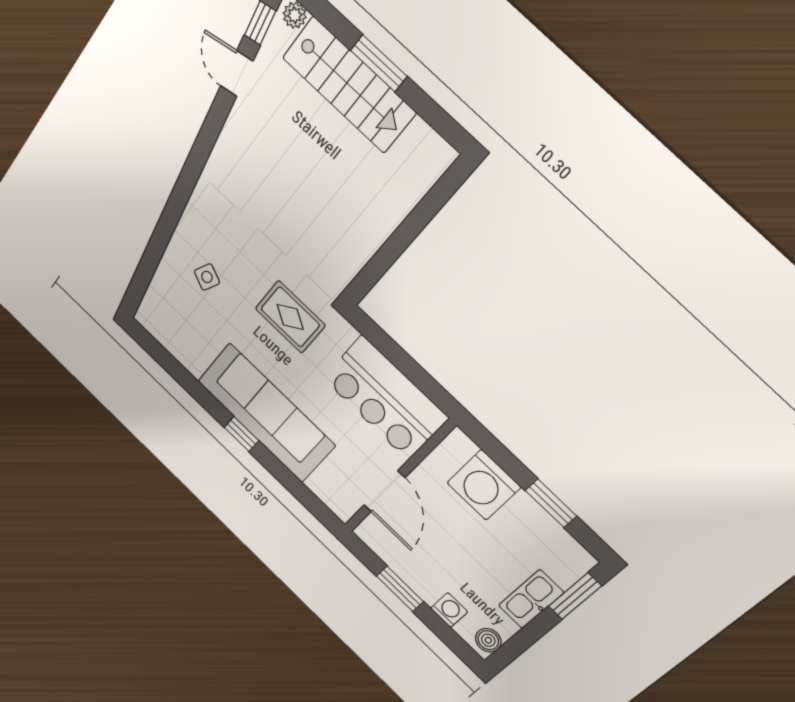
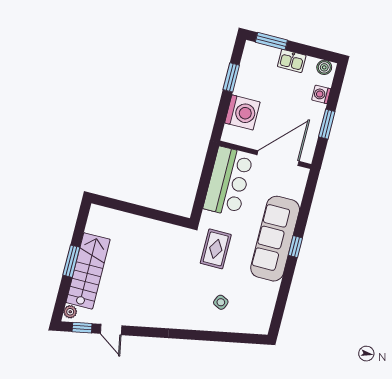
door: (237, 73) -> (111, 330), hinge flipped
door: (384, 491) -> (278, 158), width x1.36
kitchen sink: (531, 599) -> (292, 61), width x0.73

